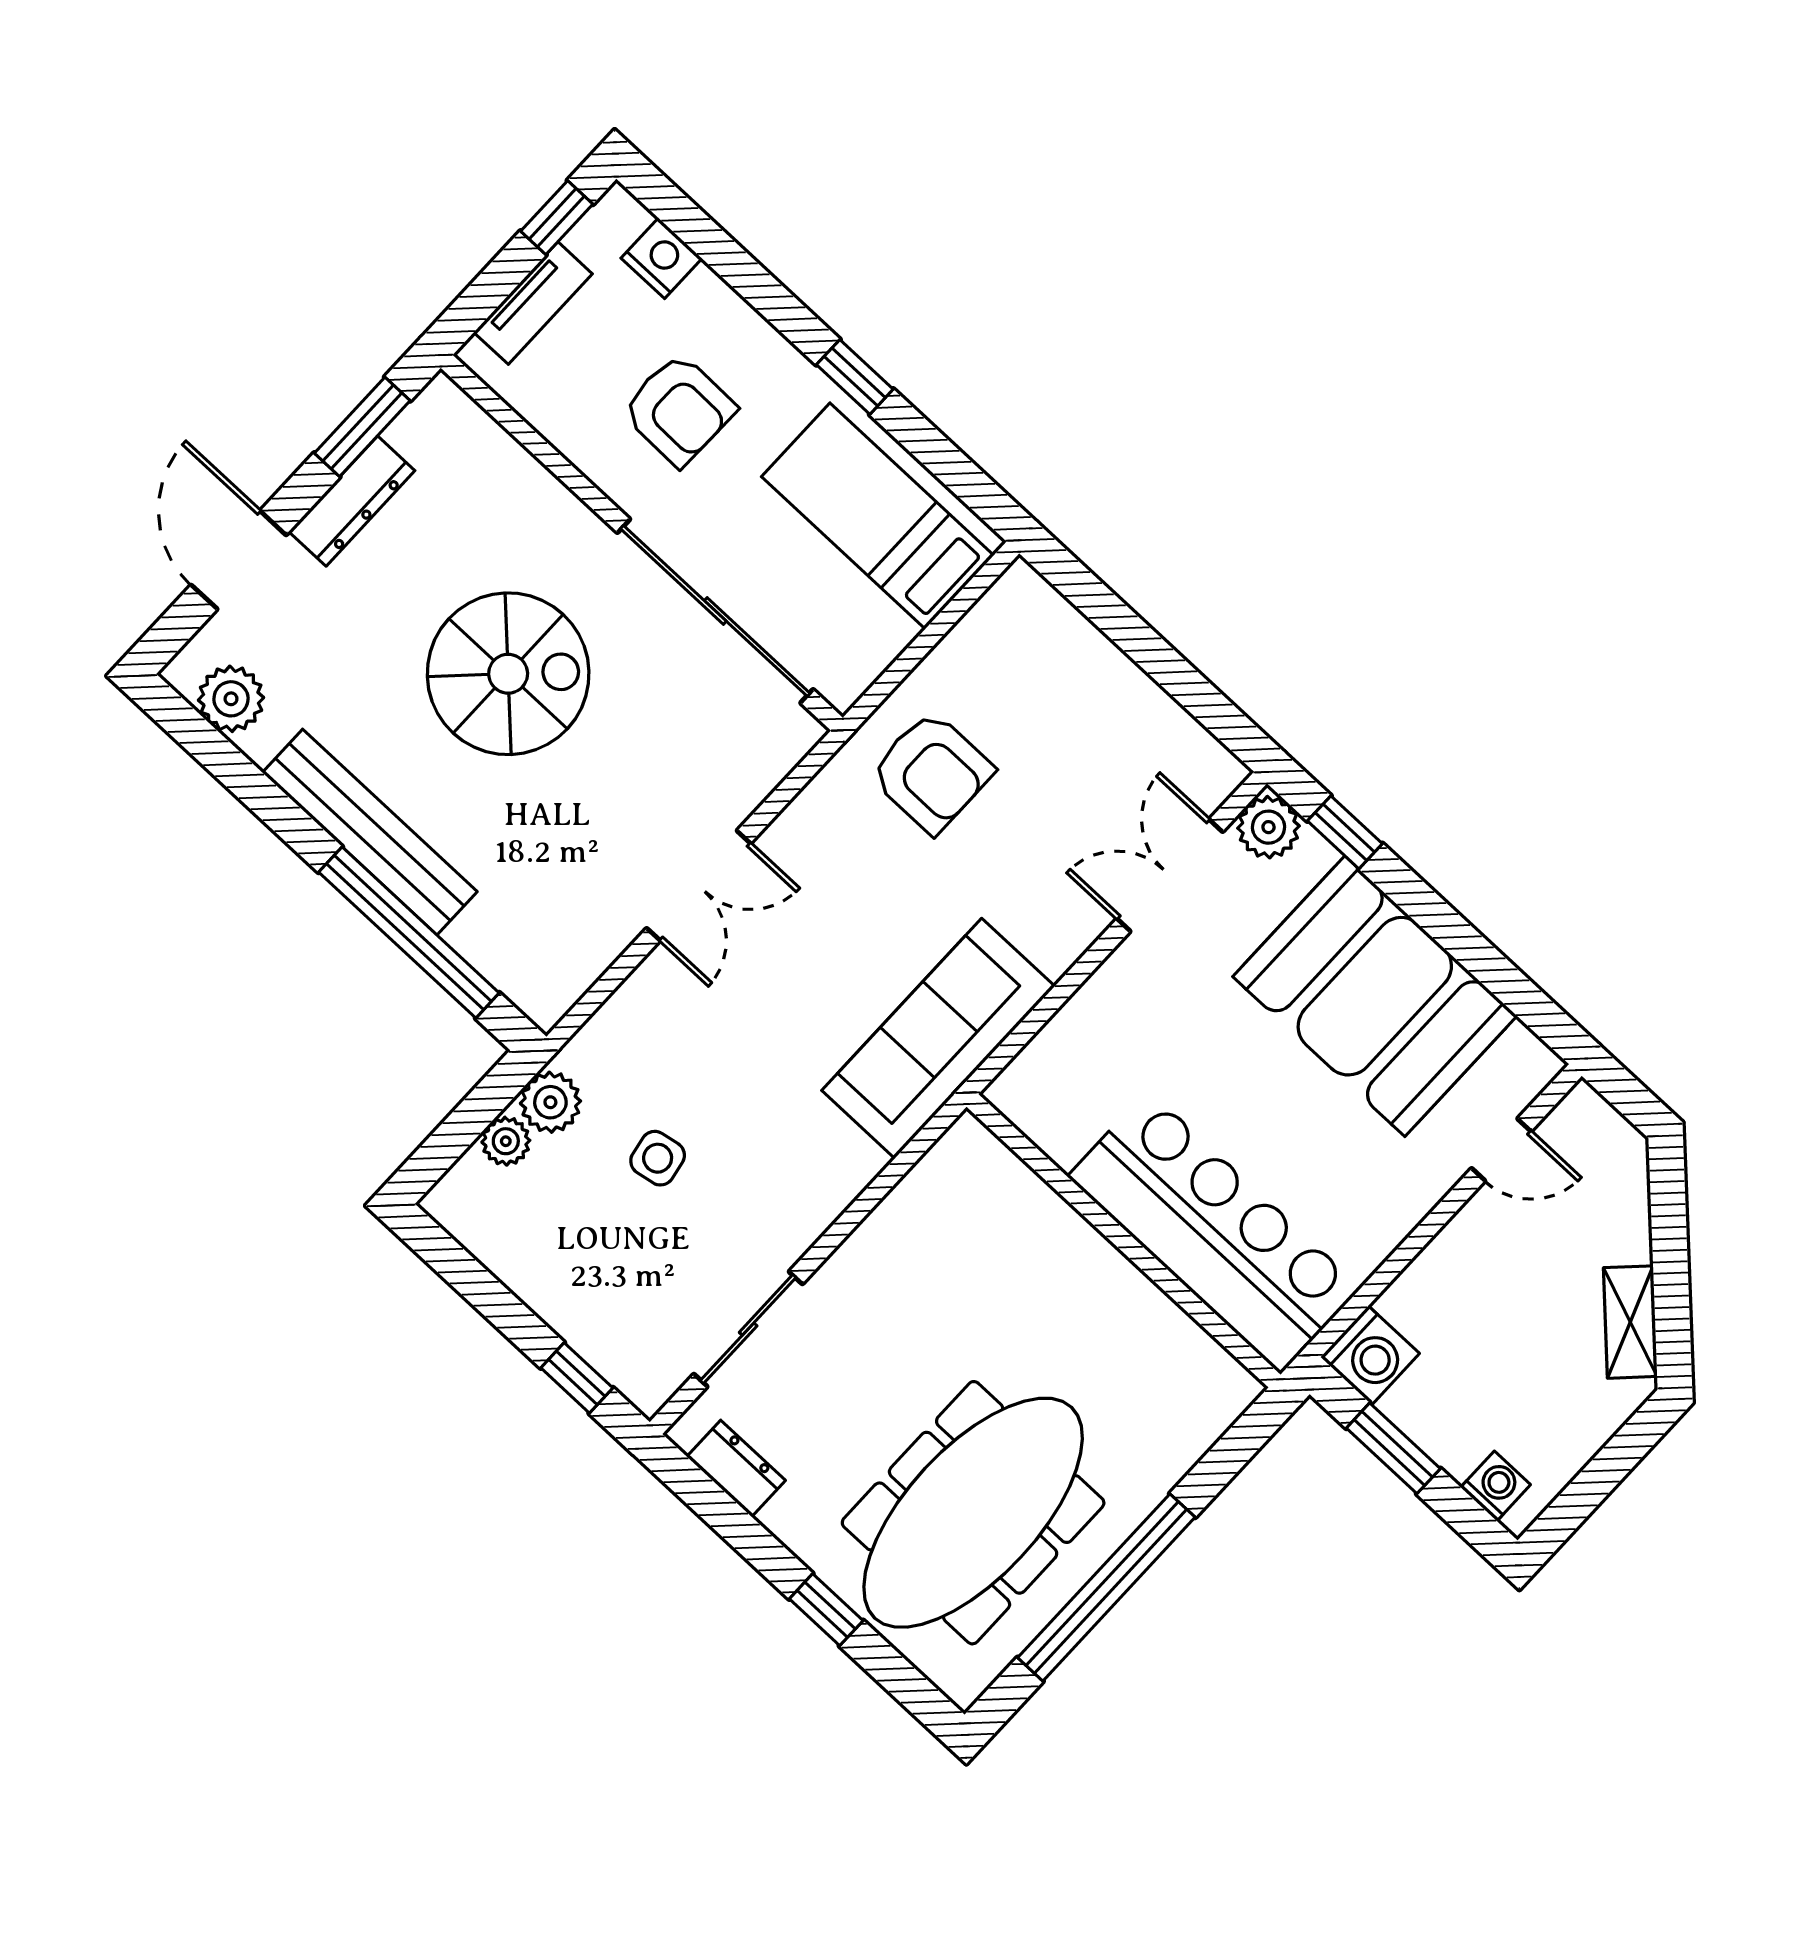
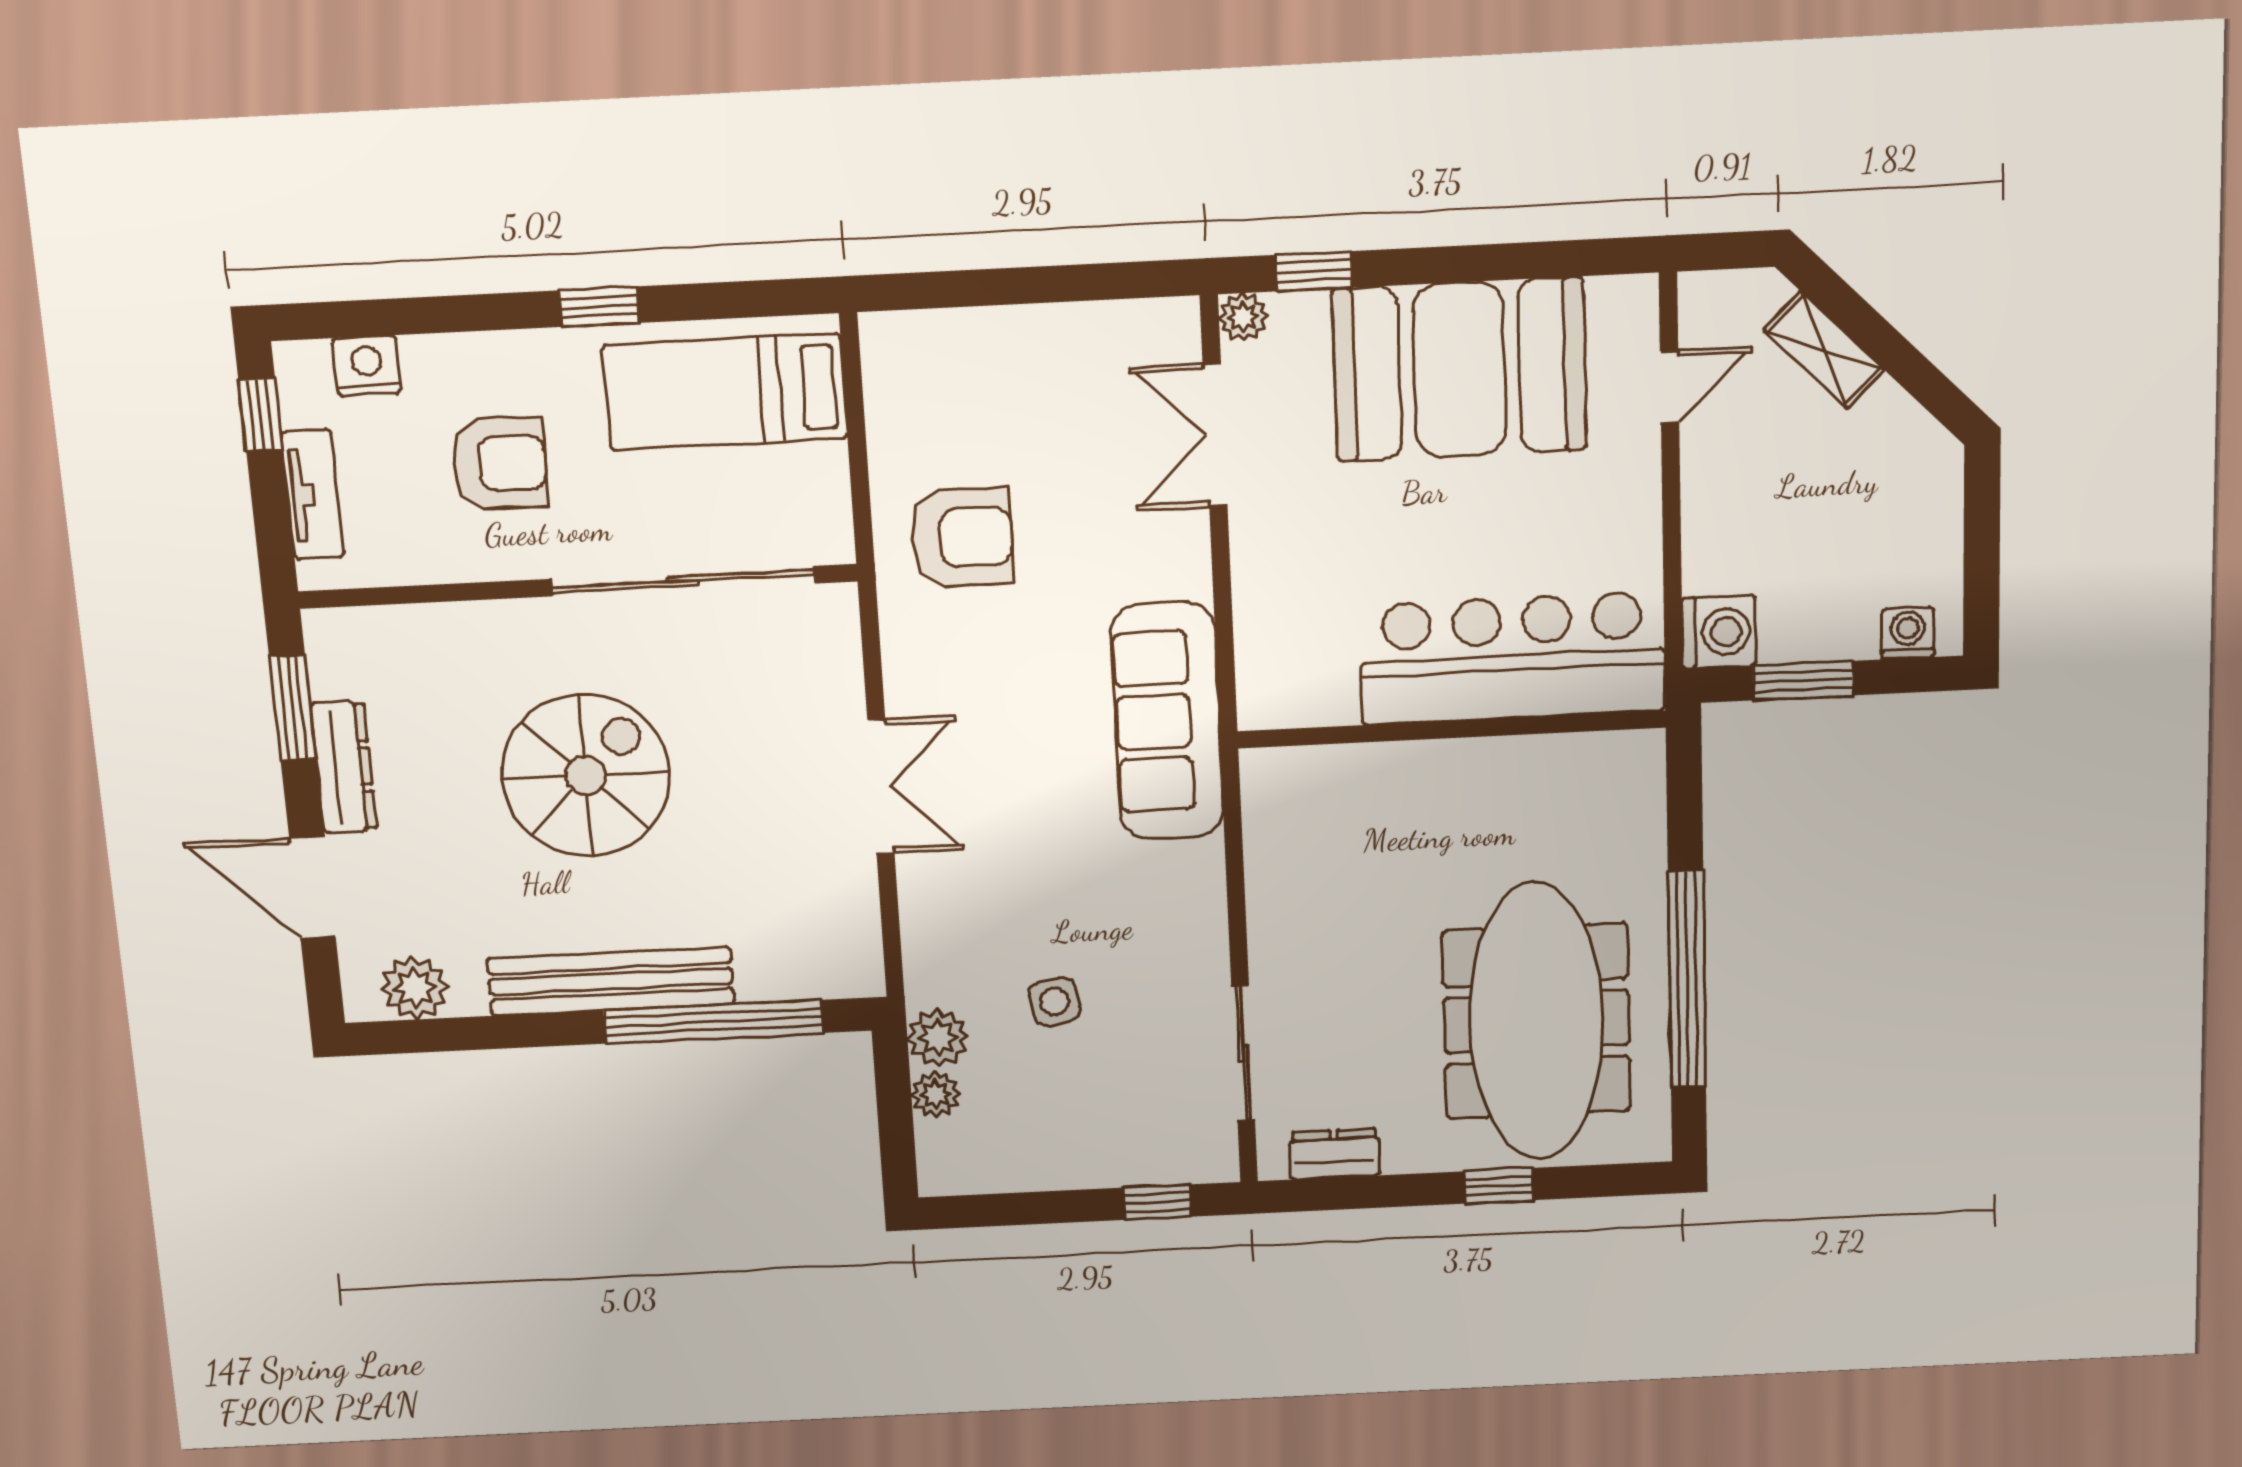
plant: (1269, 827) -> (1243, 317), width x0.73, depth x0.73
shelving: (1630, 1322) -> (1824, 350), moved

